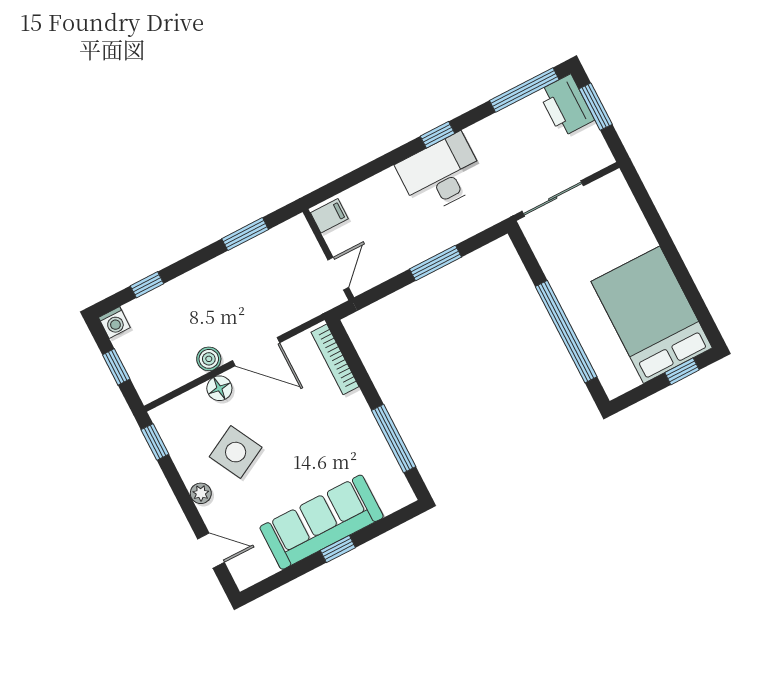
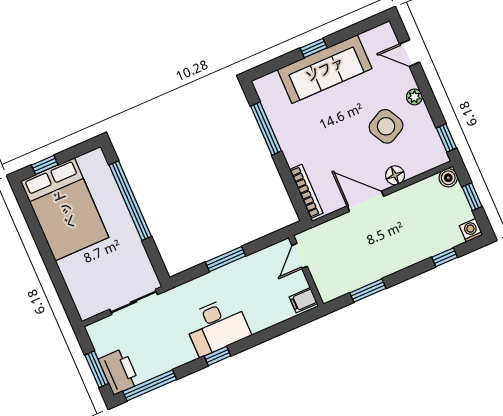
boiler: (209, 359) -> (448, 178), moved

